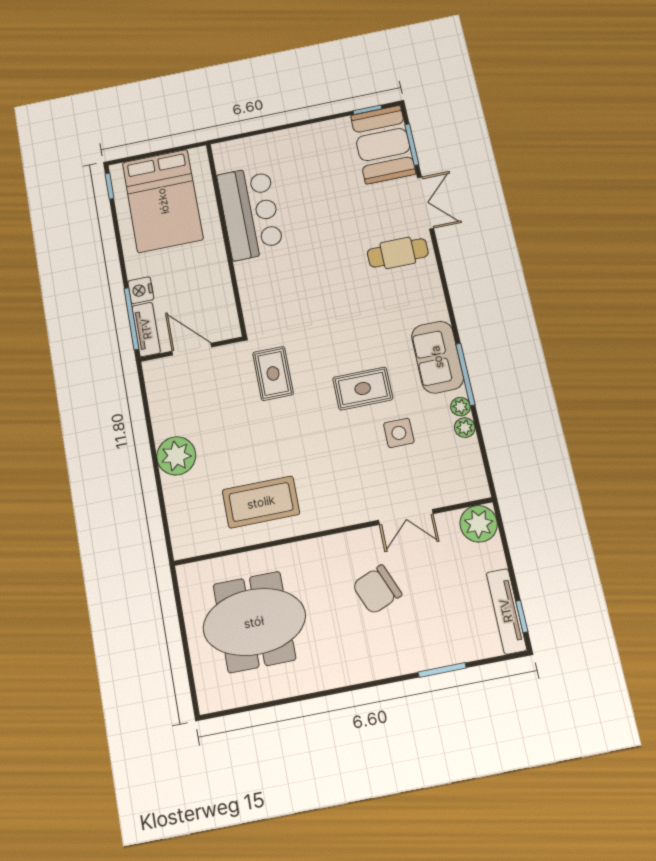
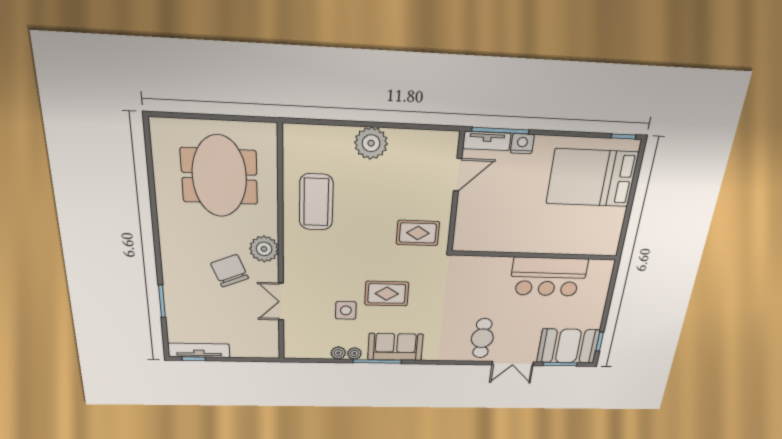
bar counter: (250, 213) -> (548, 277), moved
wall: (226, 238) -> (535, 255), moved
rug: (363, 388) -> (387, 294), turned 90
plant: (479, 524) -> (264, 249), moved

